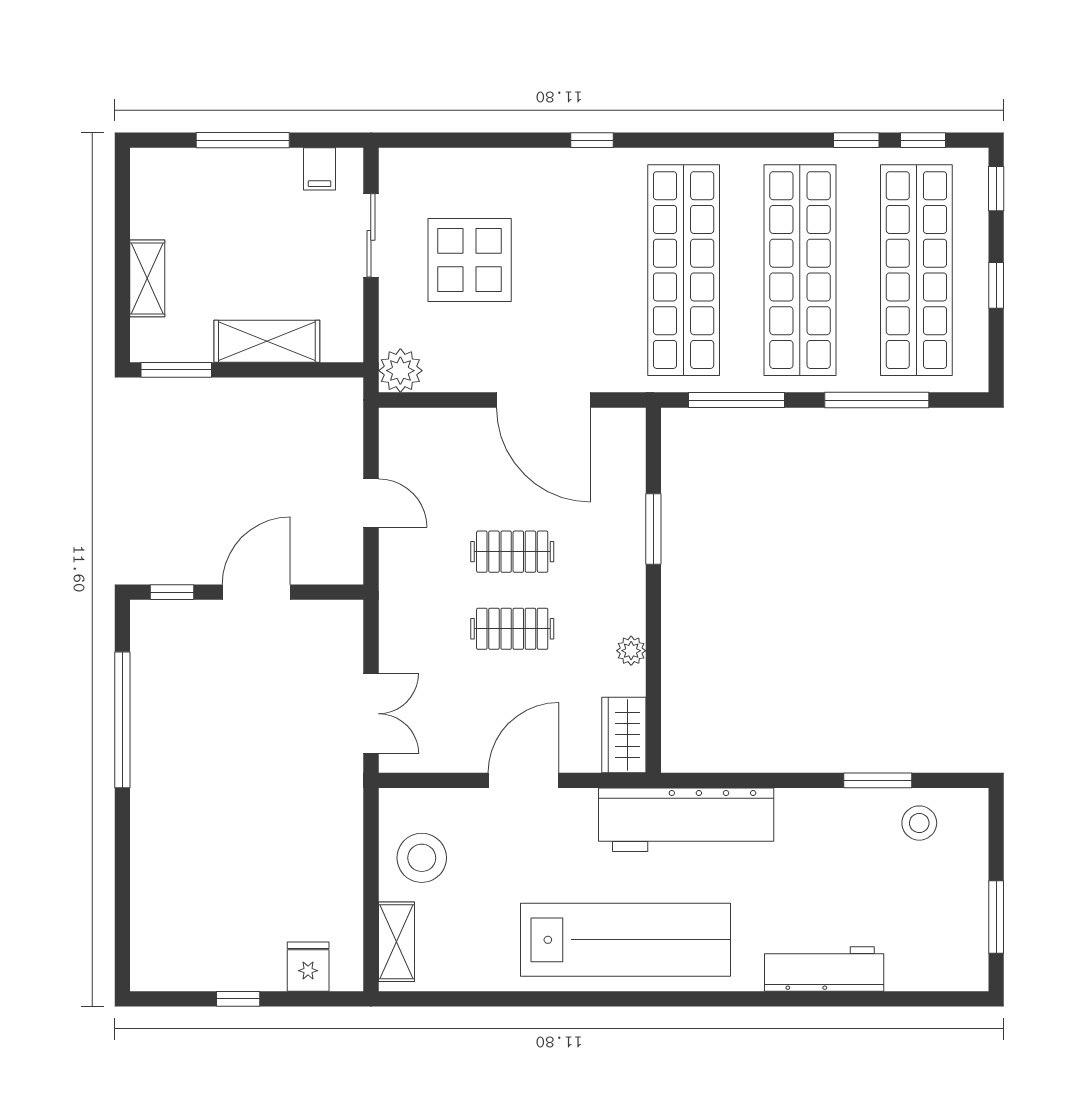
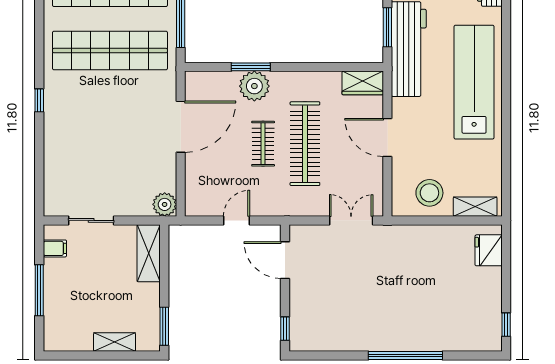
display table: (470, 260) -> (105, 167), removed
shelving: (267, 341) -> (149, 253), moved
door: (256, 592) -> (285, 260), moved
clothes rail: (512, 629) -> (305, 144), width x1.86, depth x1.31
plant: (631, 651) -> (254, 86), moved, width x1.87, depth x1.87
window: (122, 720) -> (405, 356), moved
window: (726, 780) -> (387, 27), added
fridge: (308, 967) -> (489, 250), width x1.38
window: (238, 999) -> (506, 325), moved

